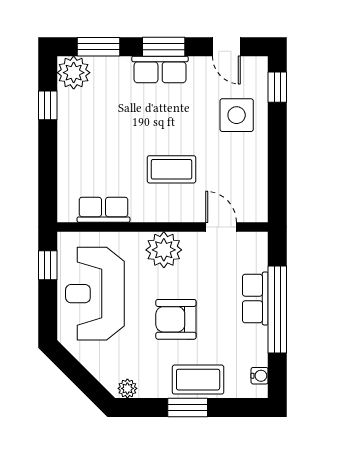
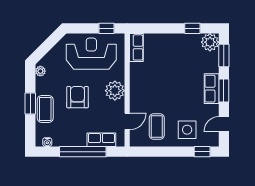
coffee table: (172, 169) -> (157, 126), moved
row of seats: (104, 210) -> (136, 47), moved
row of seats: (255, 298) -> (101, 140), moved

